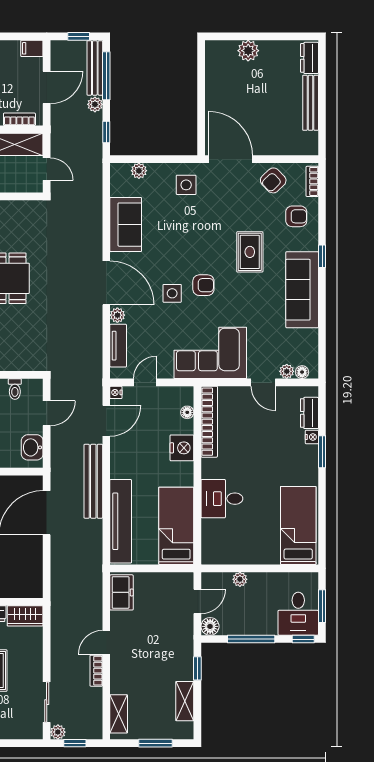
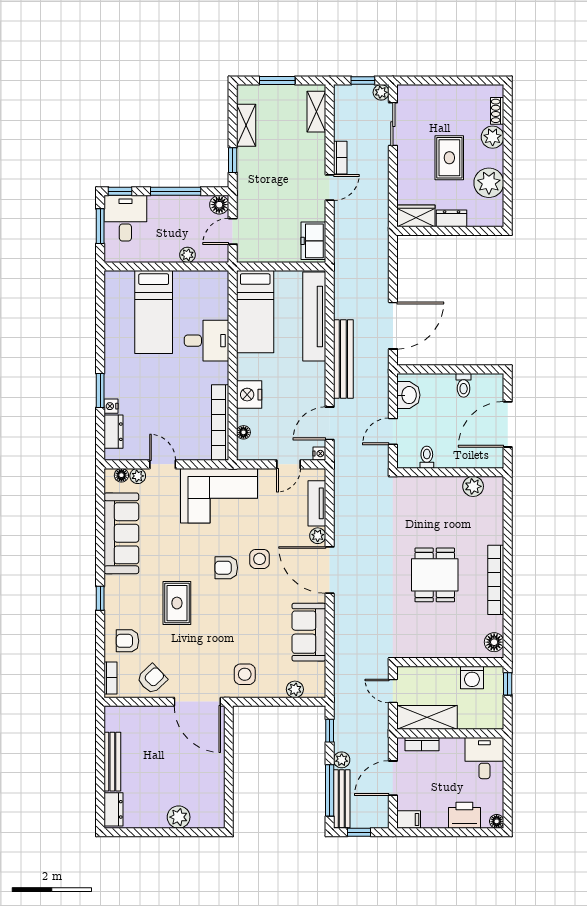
sofa: (302, 290) -> (121, 533), moved
bed: (298, 525) -> (154, 312), moved

